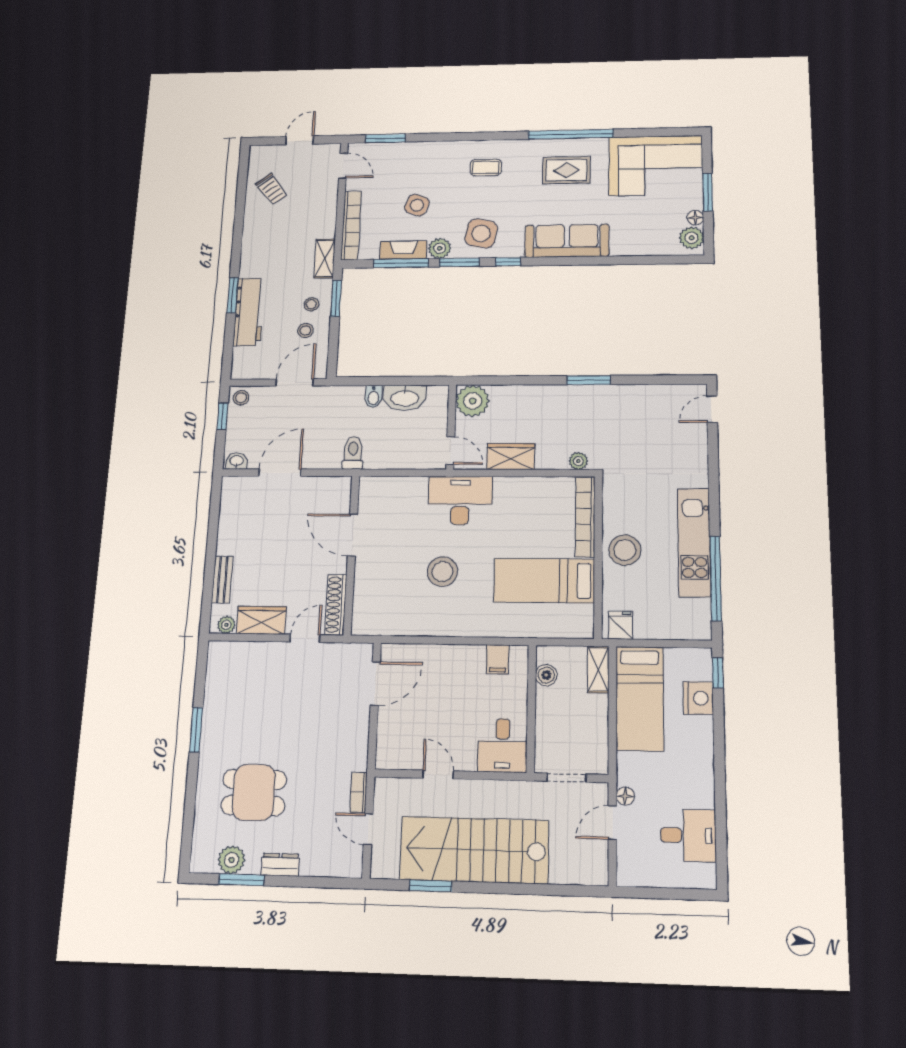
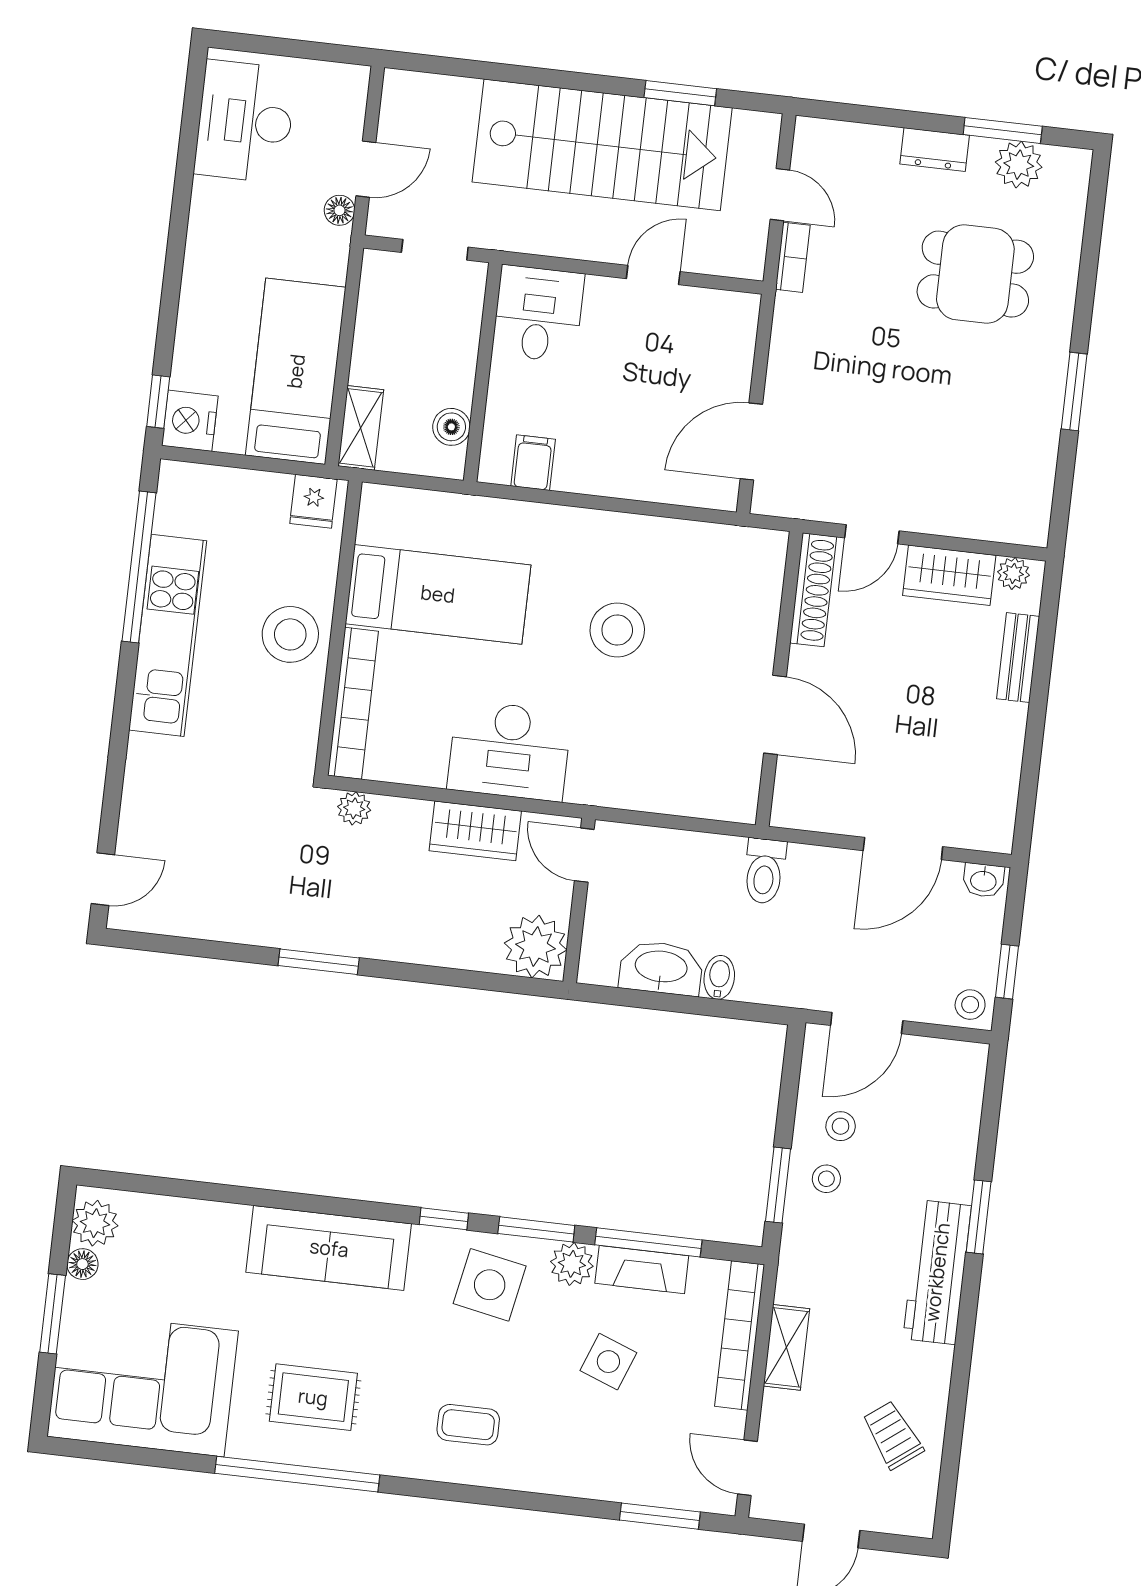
shelving: (325, 258) -> (786, 1347), moved
workbench: (249, 312) -> (937, 1272), moved
desk: (460, 500) -> (509, 751), moved
nightstand: (698, 698) -> (190, 421), moved
door: (438, 775) -> (653, 275), swing flipped
desk: (688, 835) -> (245, 122), width x1.37

